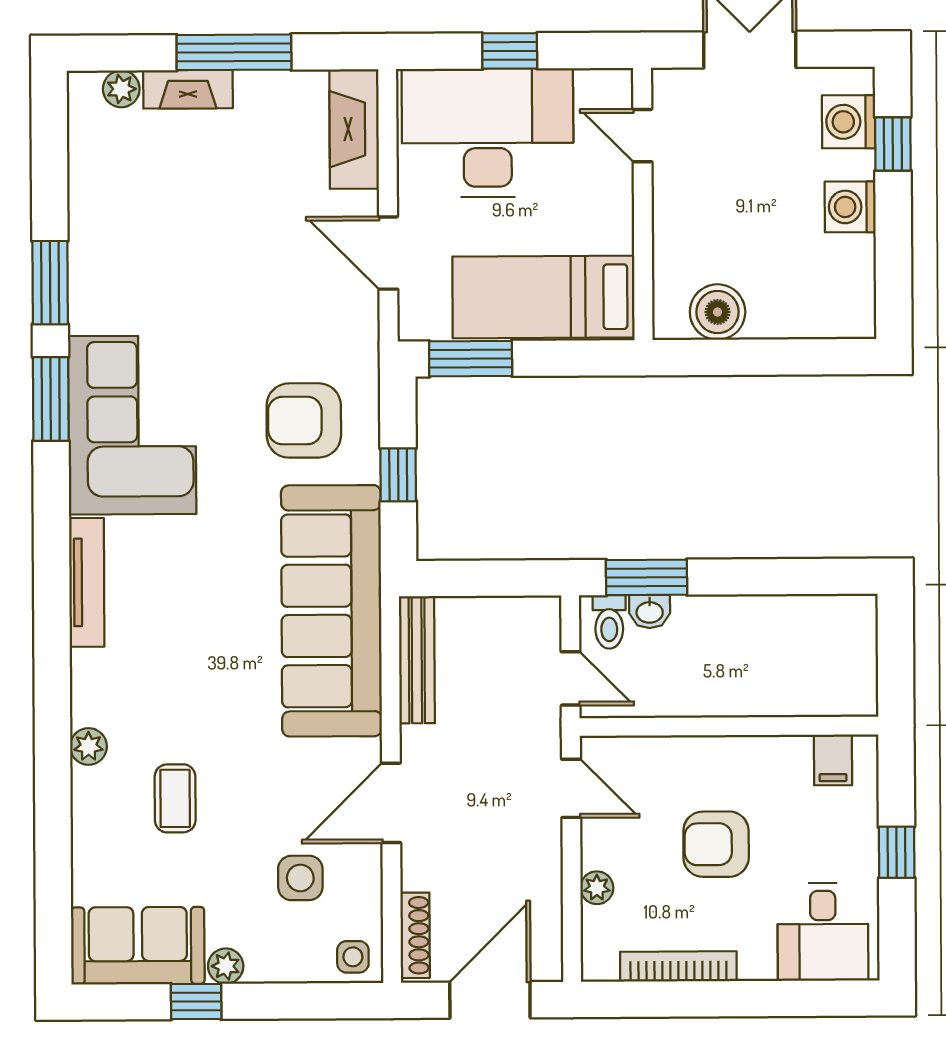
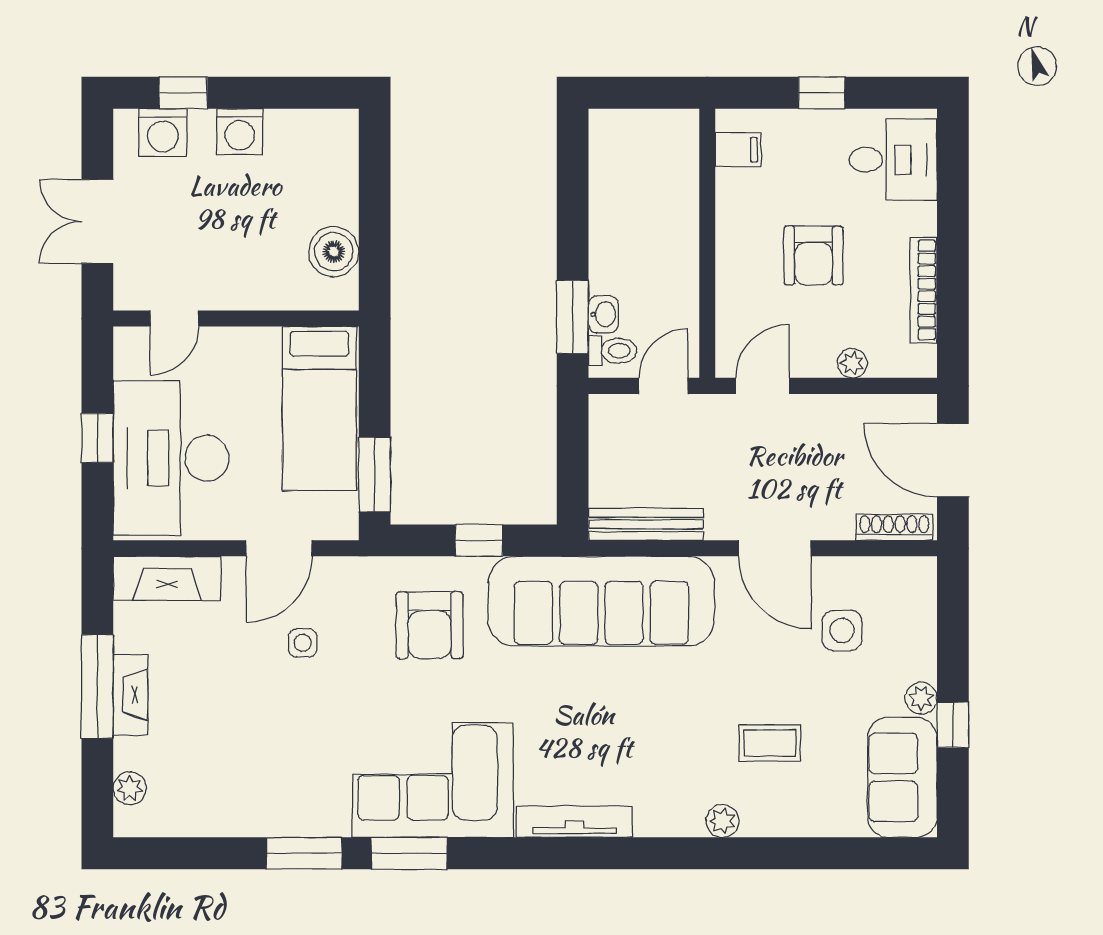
fireplace: (188, 89) -> (130, 695), moved
side table: (353, 957) -> (303, 643), moved

